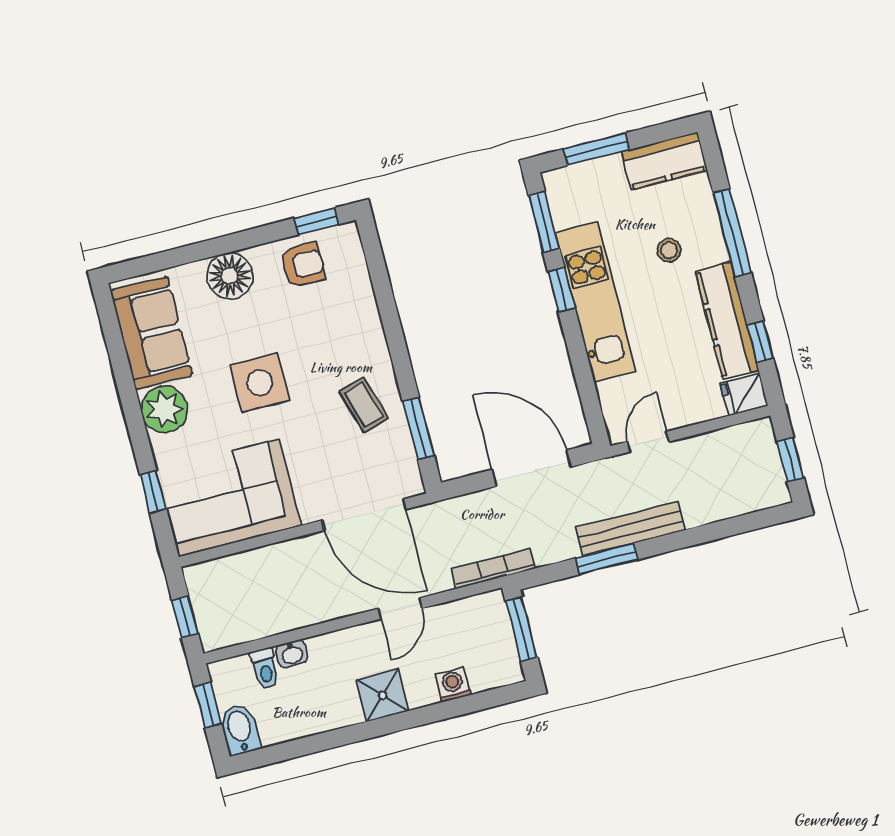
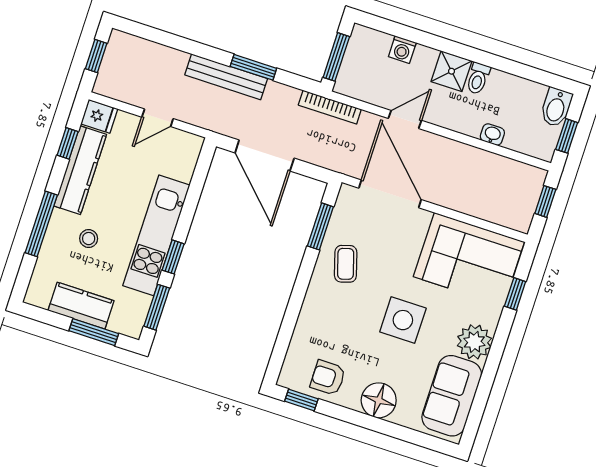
kitchen counter: (664, 161) -> (81, 306), moved
door: (648, 442) -> (158, 118), moved
toilet: (265, 669) -> (478, 78), moved, turned 180

